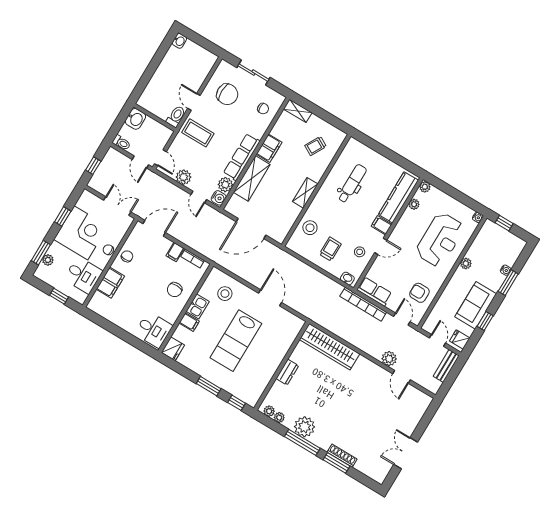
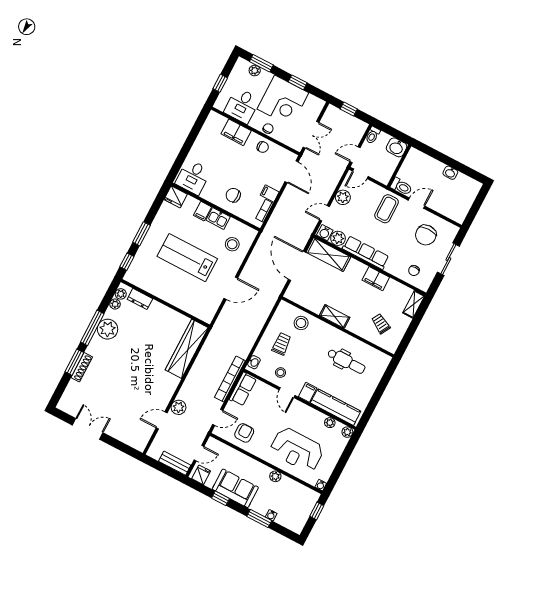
washbasin: (179, 41) -> (450, 173), moved
shelving: (252, 178) -> (328, 255), moved
trolley: (330, 249) -> (281, 344), turned -94
dresser: (287, 372) -> (140, 299), moved

